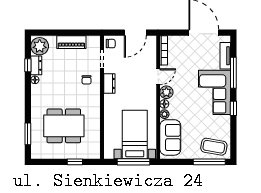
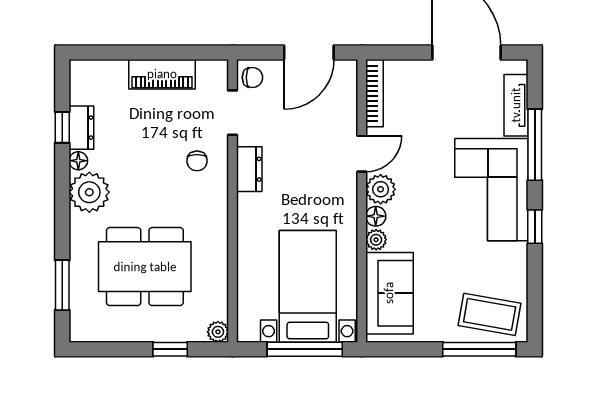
plant: (40, 46) -> (89, 192), moved
plant: (96, 154) -> (218, 332), added

